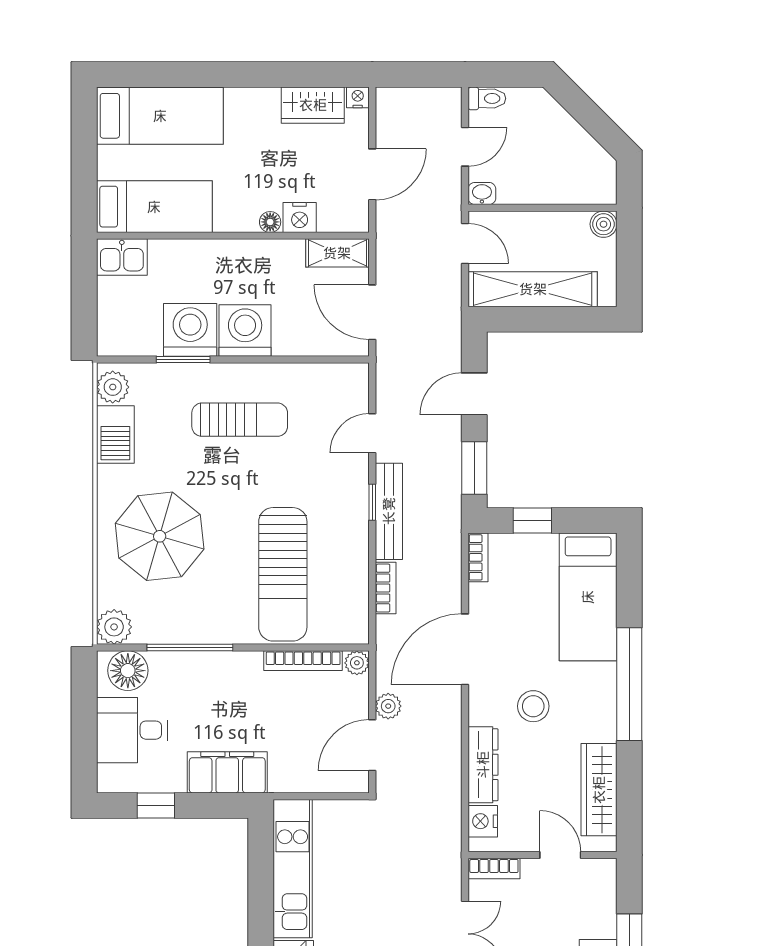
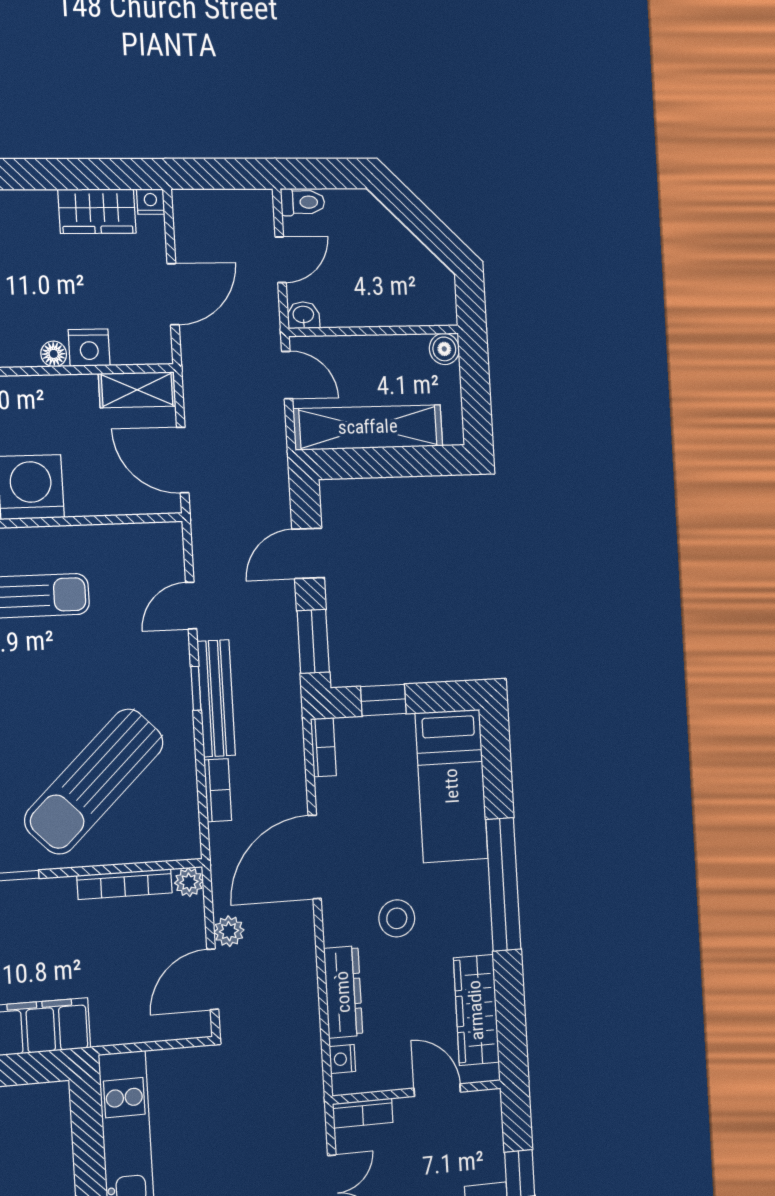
sun lounger: (283, 574) -> (94, 781), turned 46
nightstand: (483, 821) -> (342, 1059), width x0.72, depth x0.74

